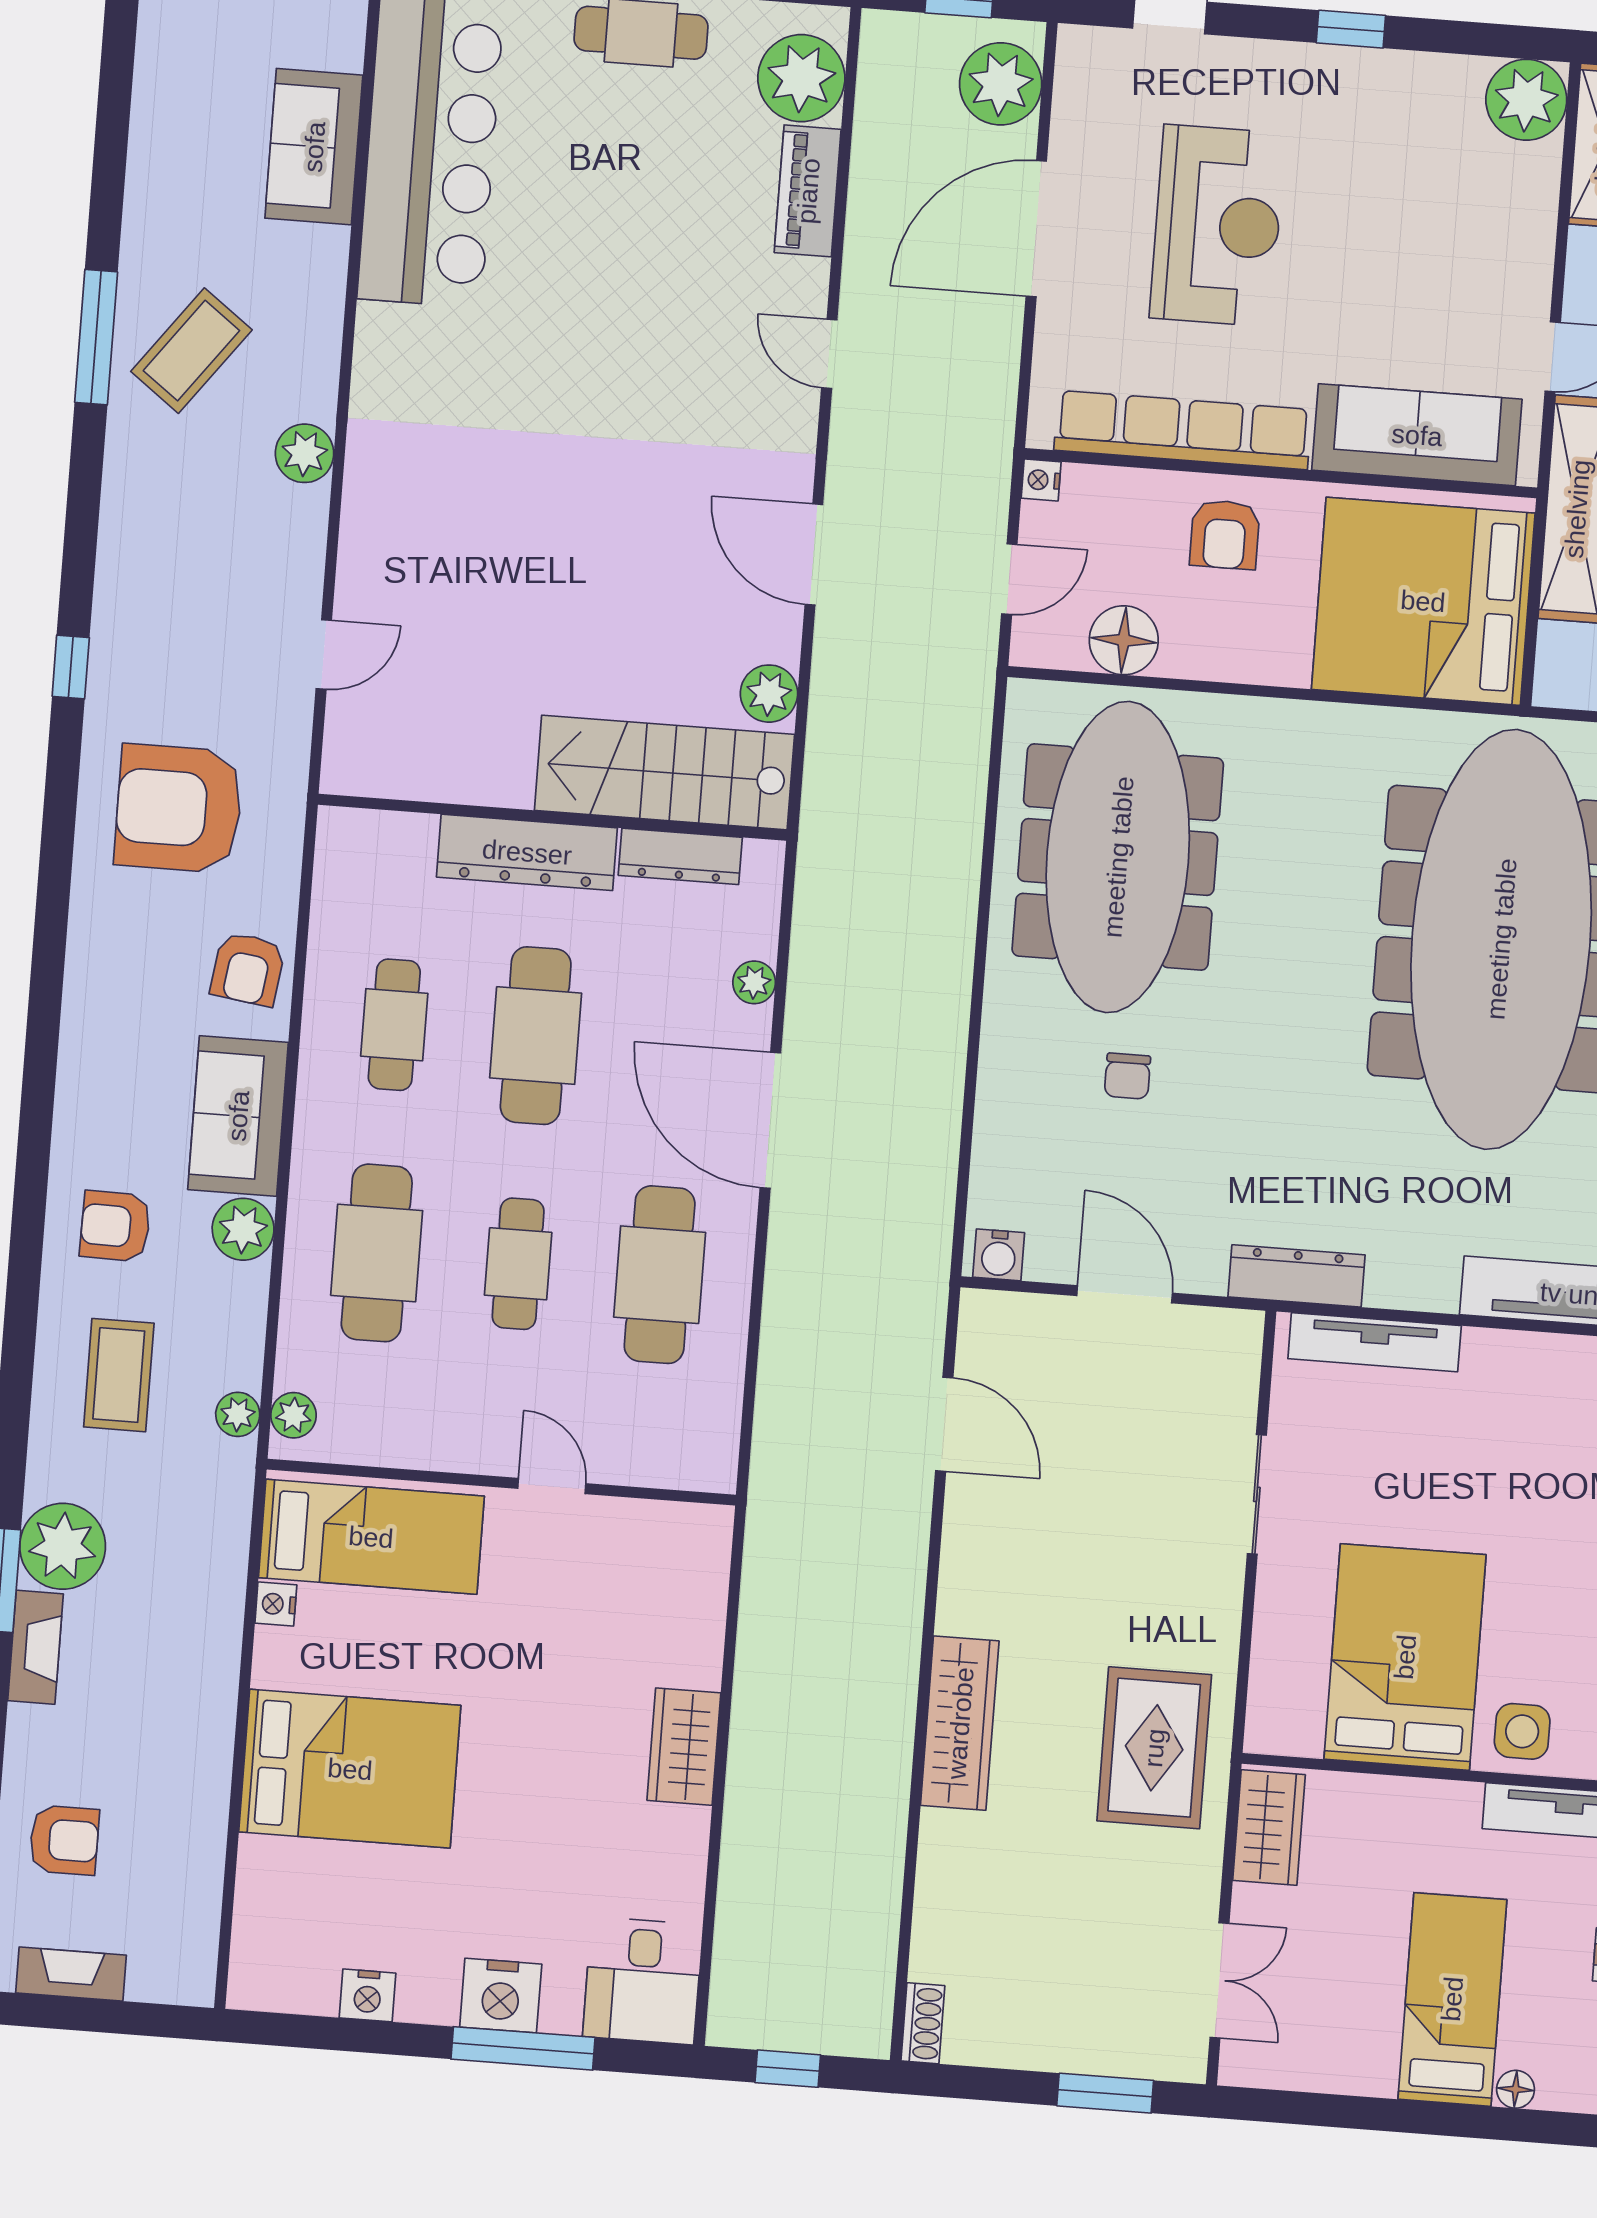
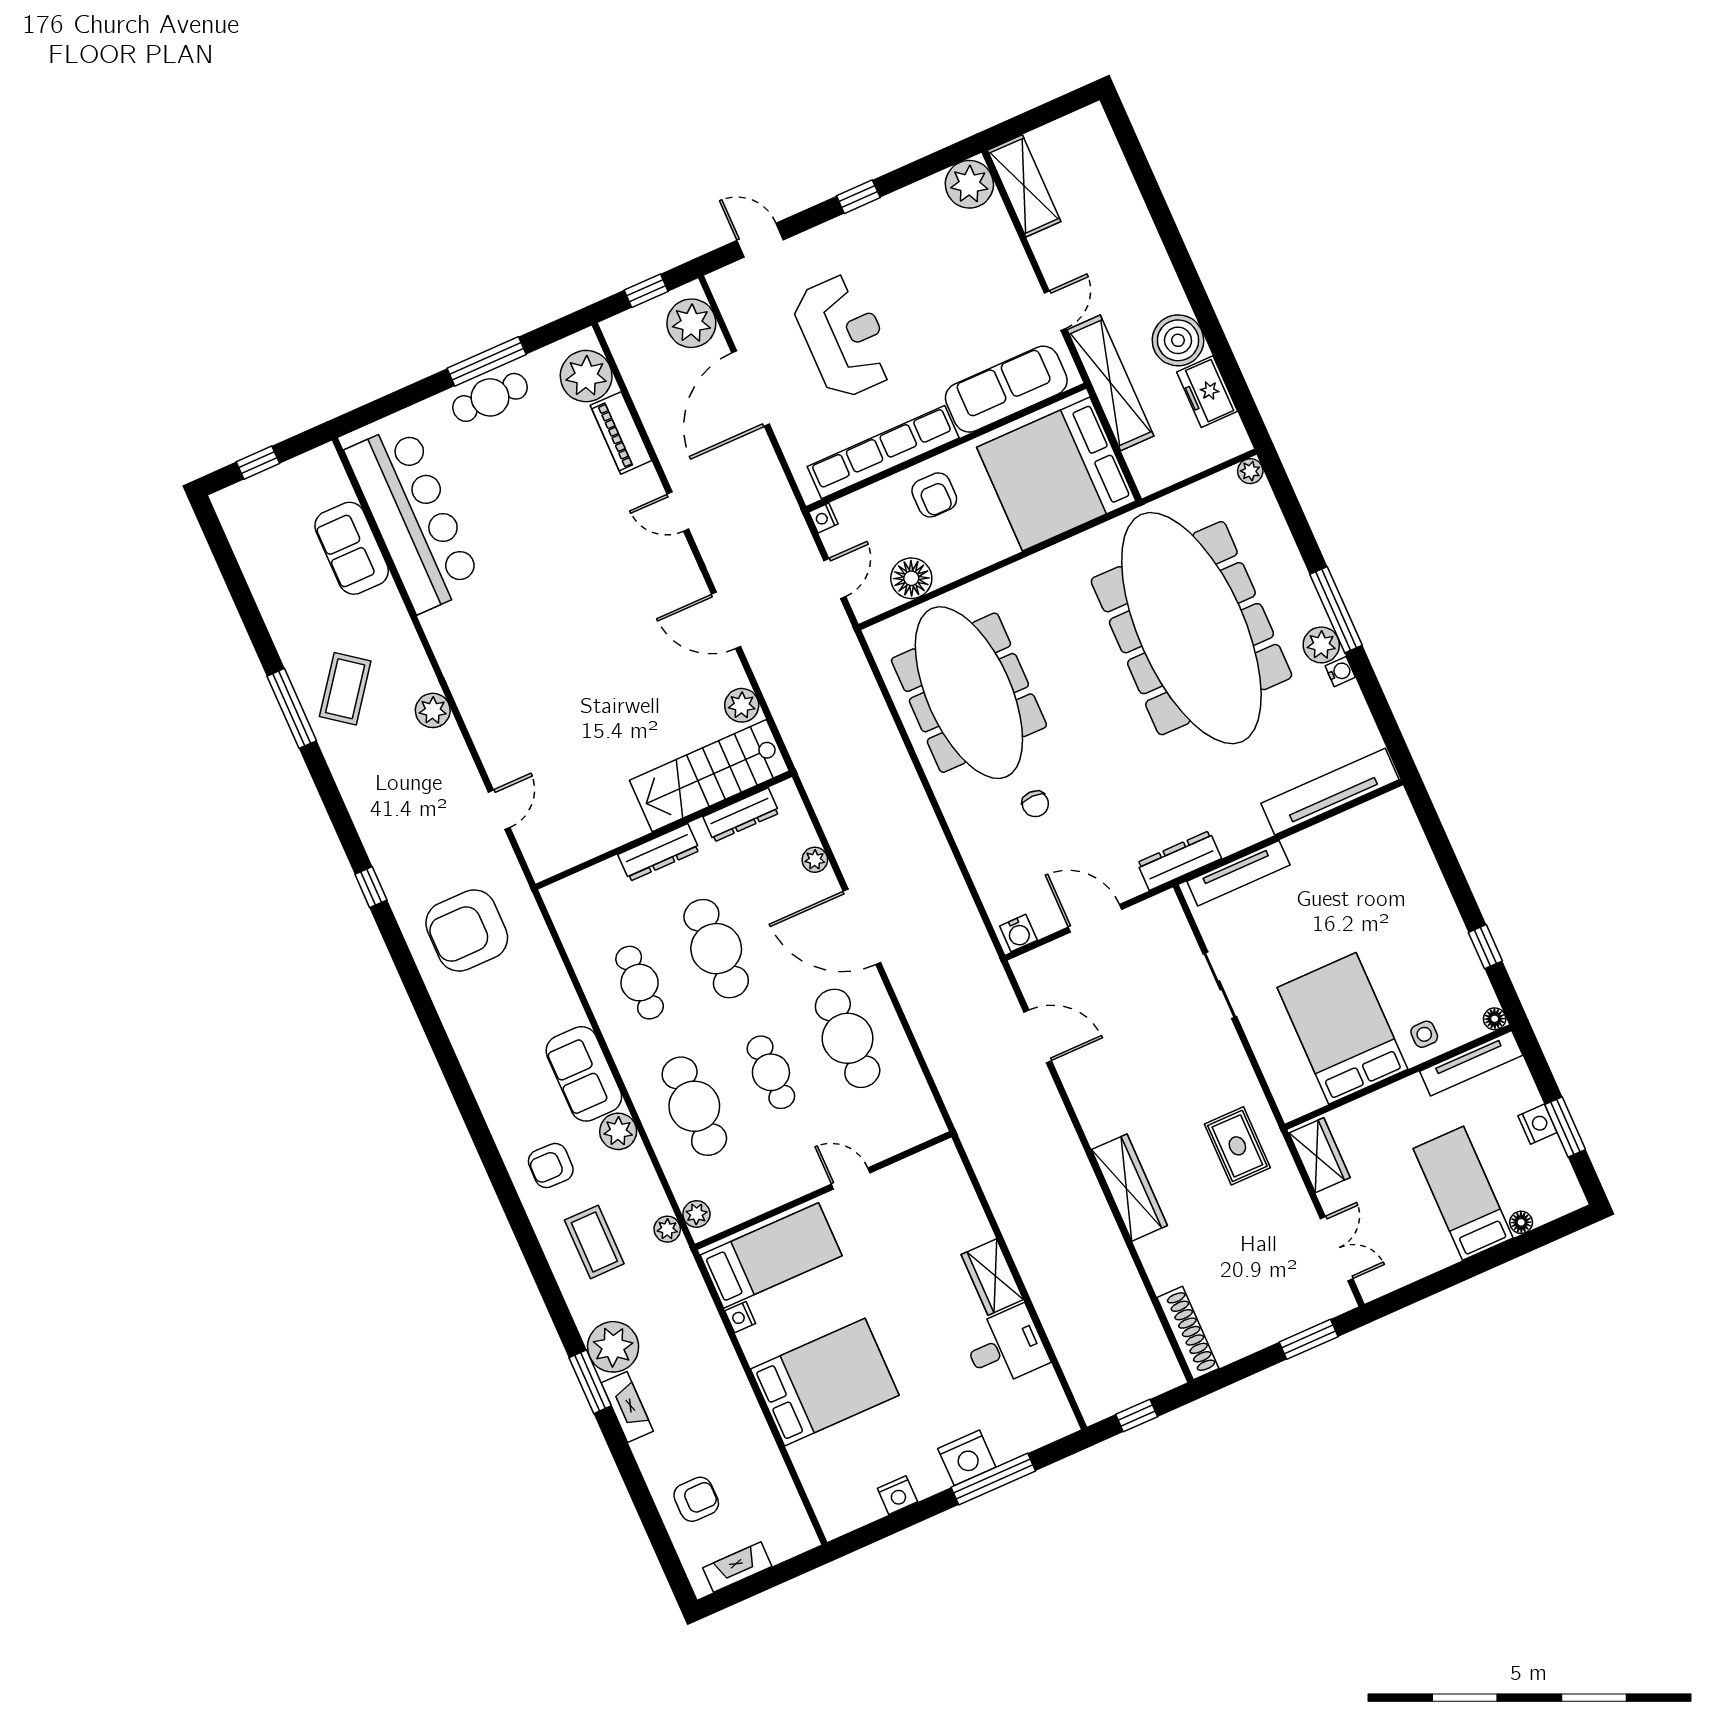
dresser: (527, 852) -> (659, 852), width x0.73, depth x0.80
armchair: (248, 969) -> (548, 995), removed
side table: (1522, 1731) -> (1424, 1034), width x0.73, depth x0.73
rug: (1154, 1748) -> (1237, 1146), width x0.73, depth x0.70
desk: (643, 1981) -> (1005, 1347), moved, turned -90
shoe rack: (923, 2023) -> (1188, 1333), width x1.94, depth x1.24

